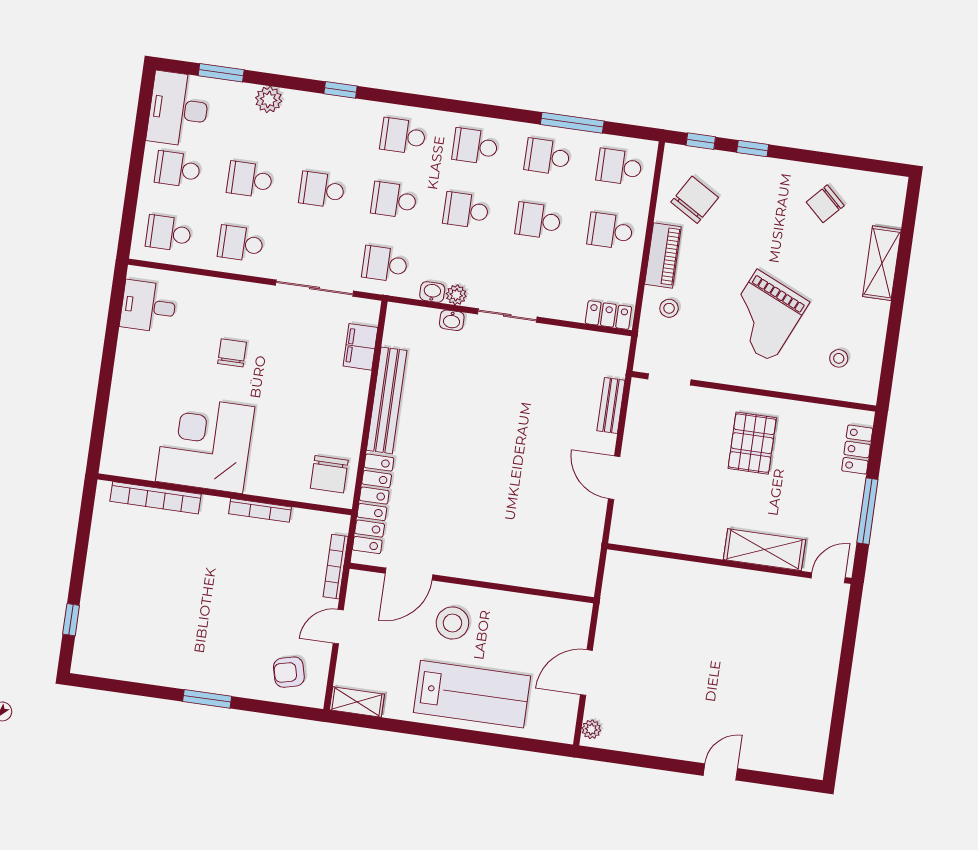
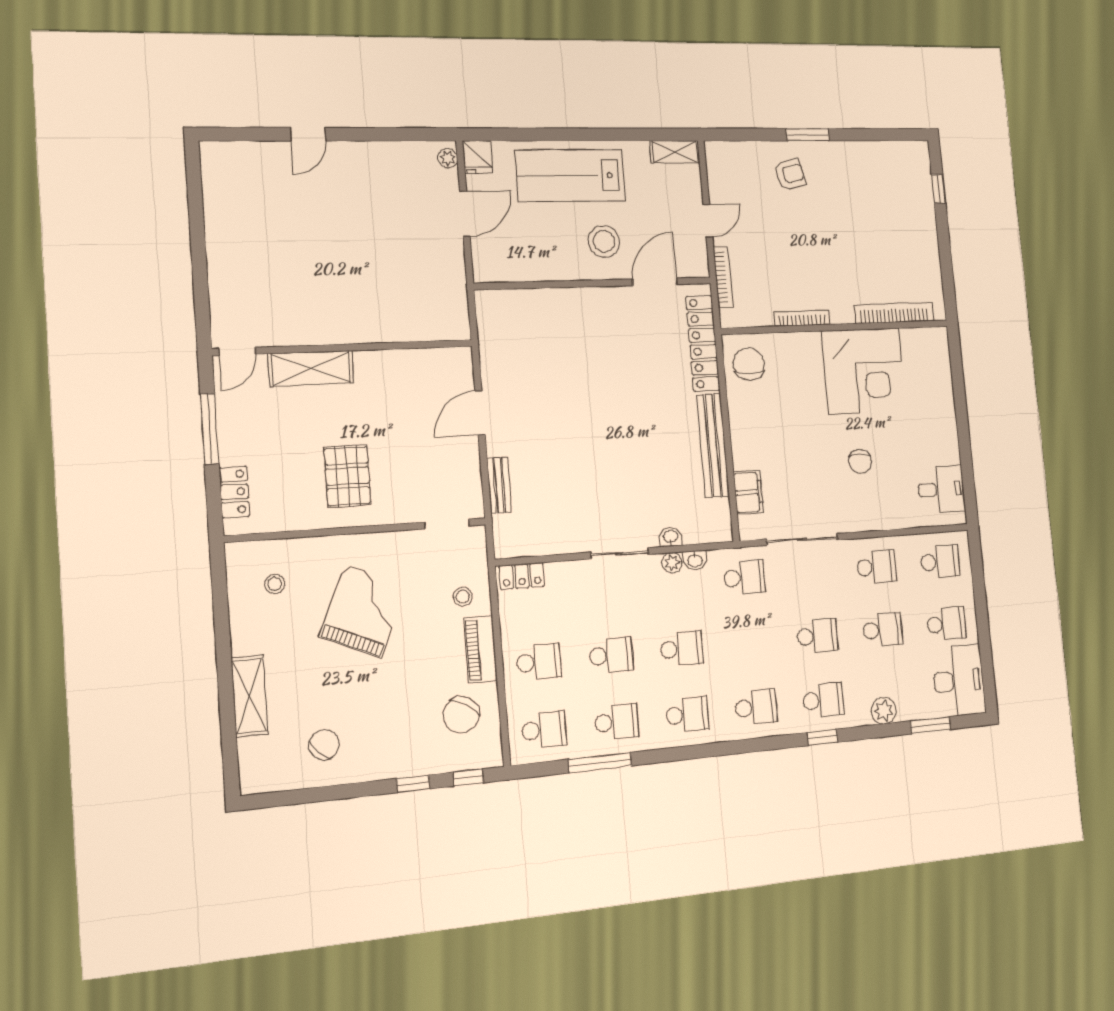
school desk: (394, 200) -> (823, 700), moved
door: (614, 478) -> (480, 413), swing flipped
armchair: (289, 672) -> (790, 174), moved
fridge: (562, 726) -> (477, 157), added

